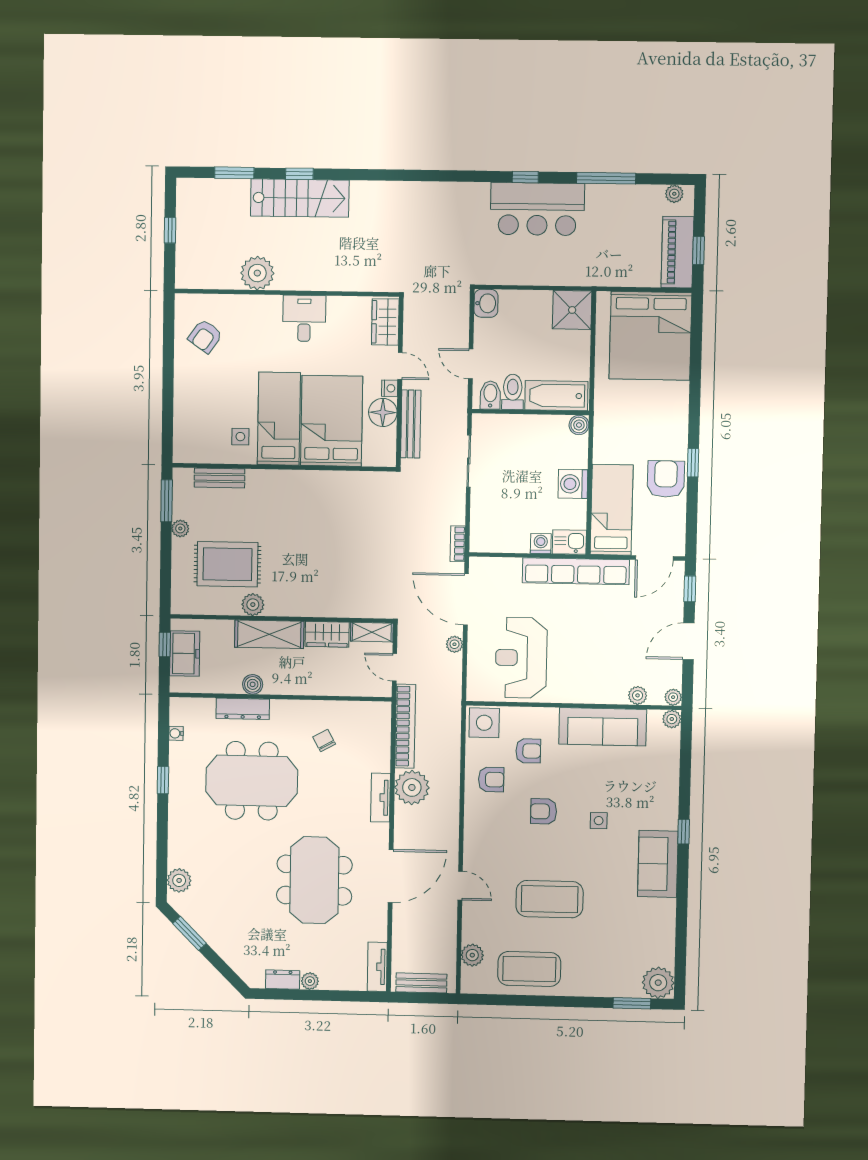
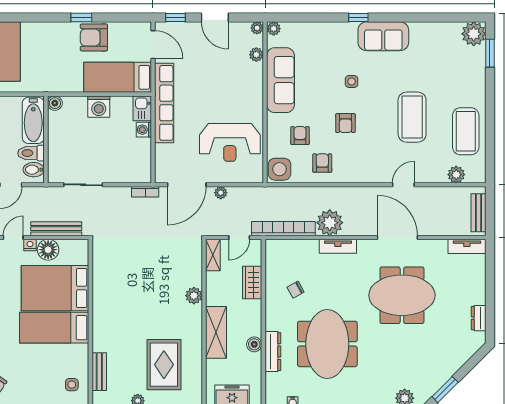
side table: (240, 437) -> (72, 385), moved
plant: (253, 605) -> (194, 296), moved
wardrobe: (327, 634) -> (252, 283), moved, turned 180
plant: (310, 981) -> (479, 297), removed

